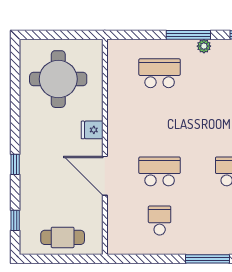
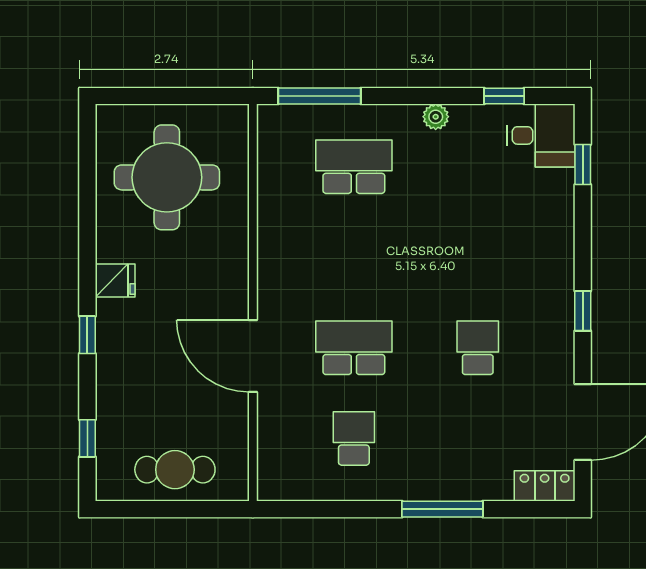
window: (188, 35) -> (319, 96), moved
fridge: (92, 130) -> (115, 280), moved, turned 180

